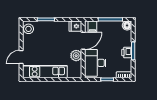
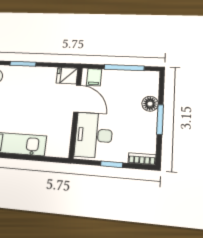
floor lamp: (127, 25) -> (150, 104), moved
door: (83, 41) -> (77, 98), hinge flipped
printer: (127, 52) -> (149, 122), removed
plant: (76, 56) -> (63, 121), removed

